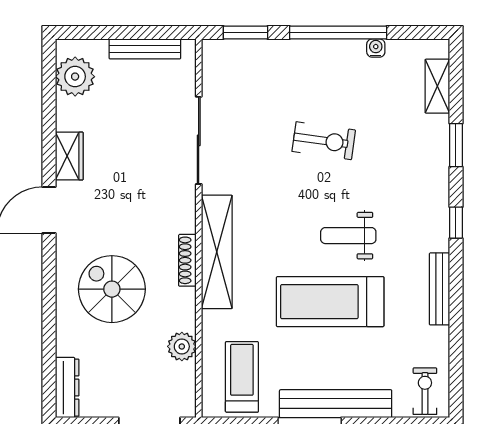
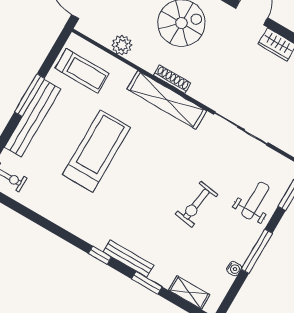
window: (338, 33) -> (257, 251), width x0.68
weight bench: (348, 236) -> (255, 201), moved
bench: (439, 289) -> (128, 259), moved

